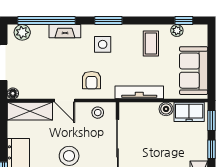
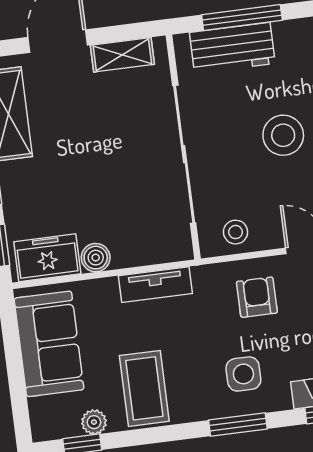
coffee table: (151, 44) -> (144, 388), width x1.36, depth x1.30
tv unit: (139, 92) -> (155, 285), width x0.71

